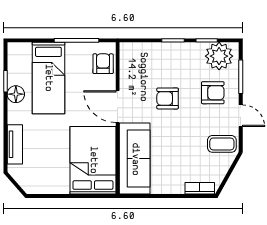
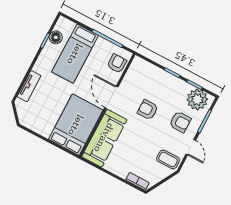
floor lamp: (16, 94) -> (56, 37), moved

